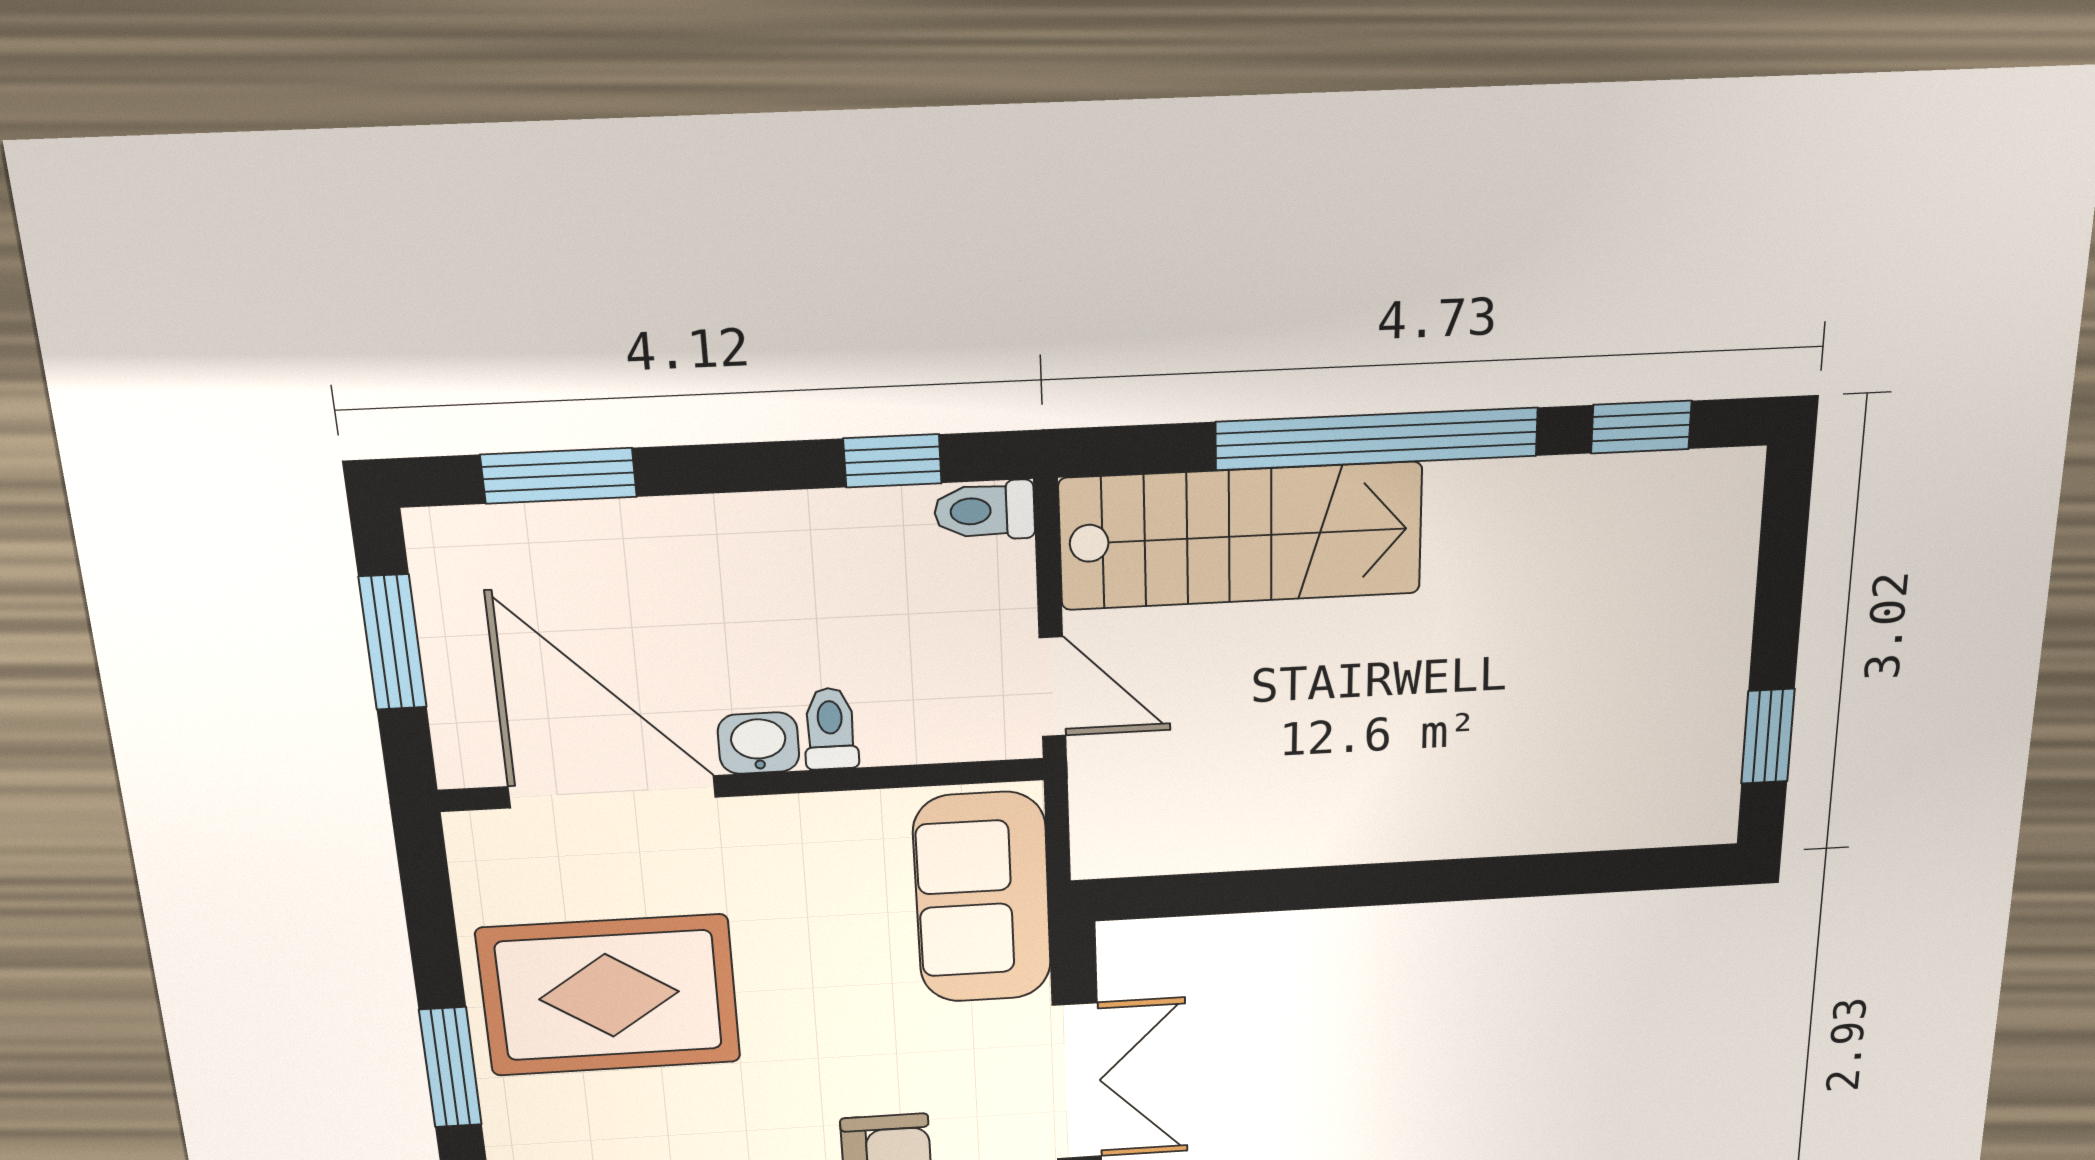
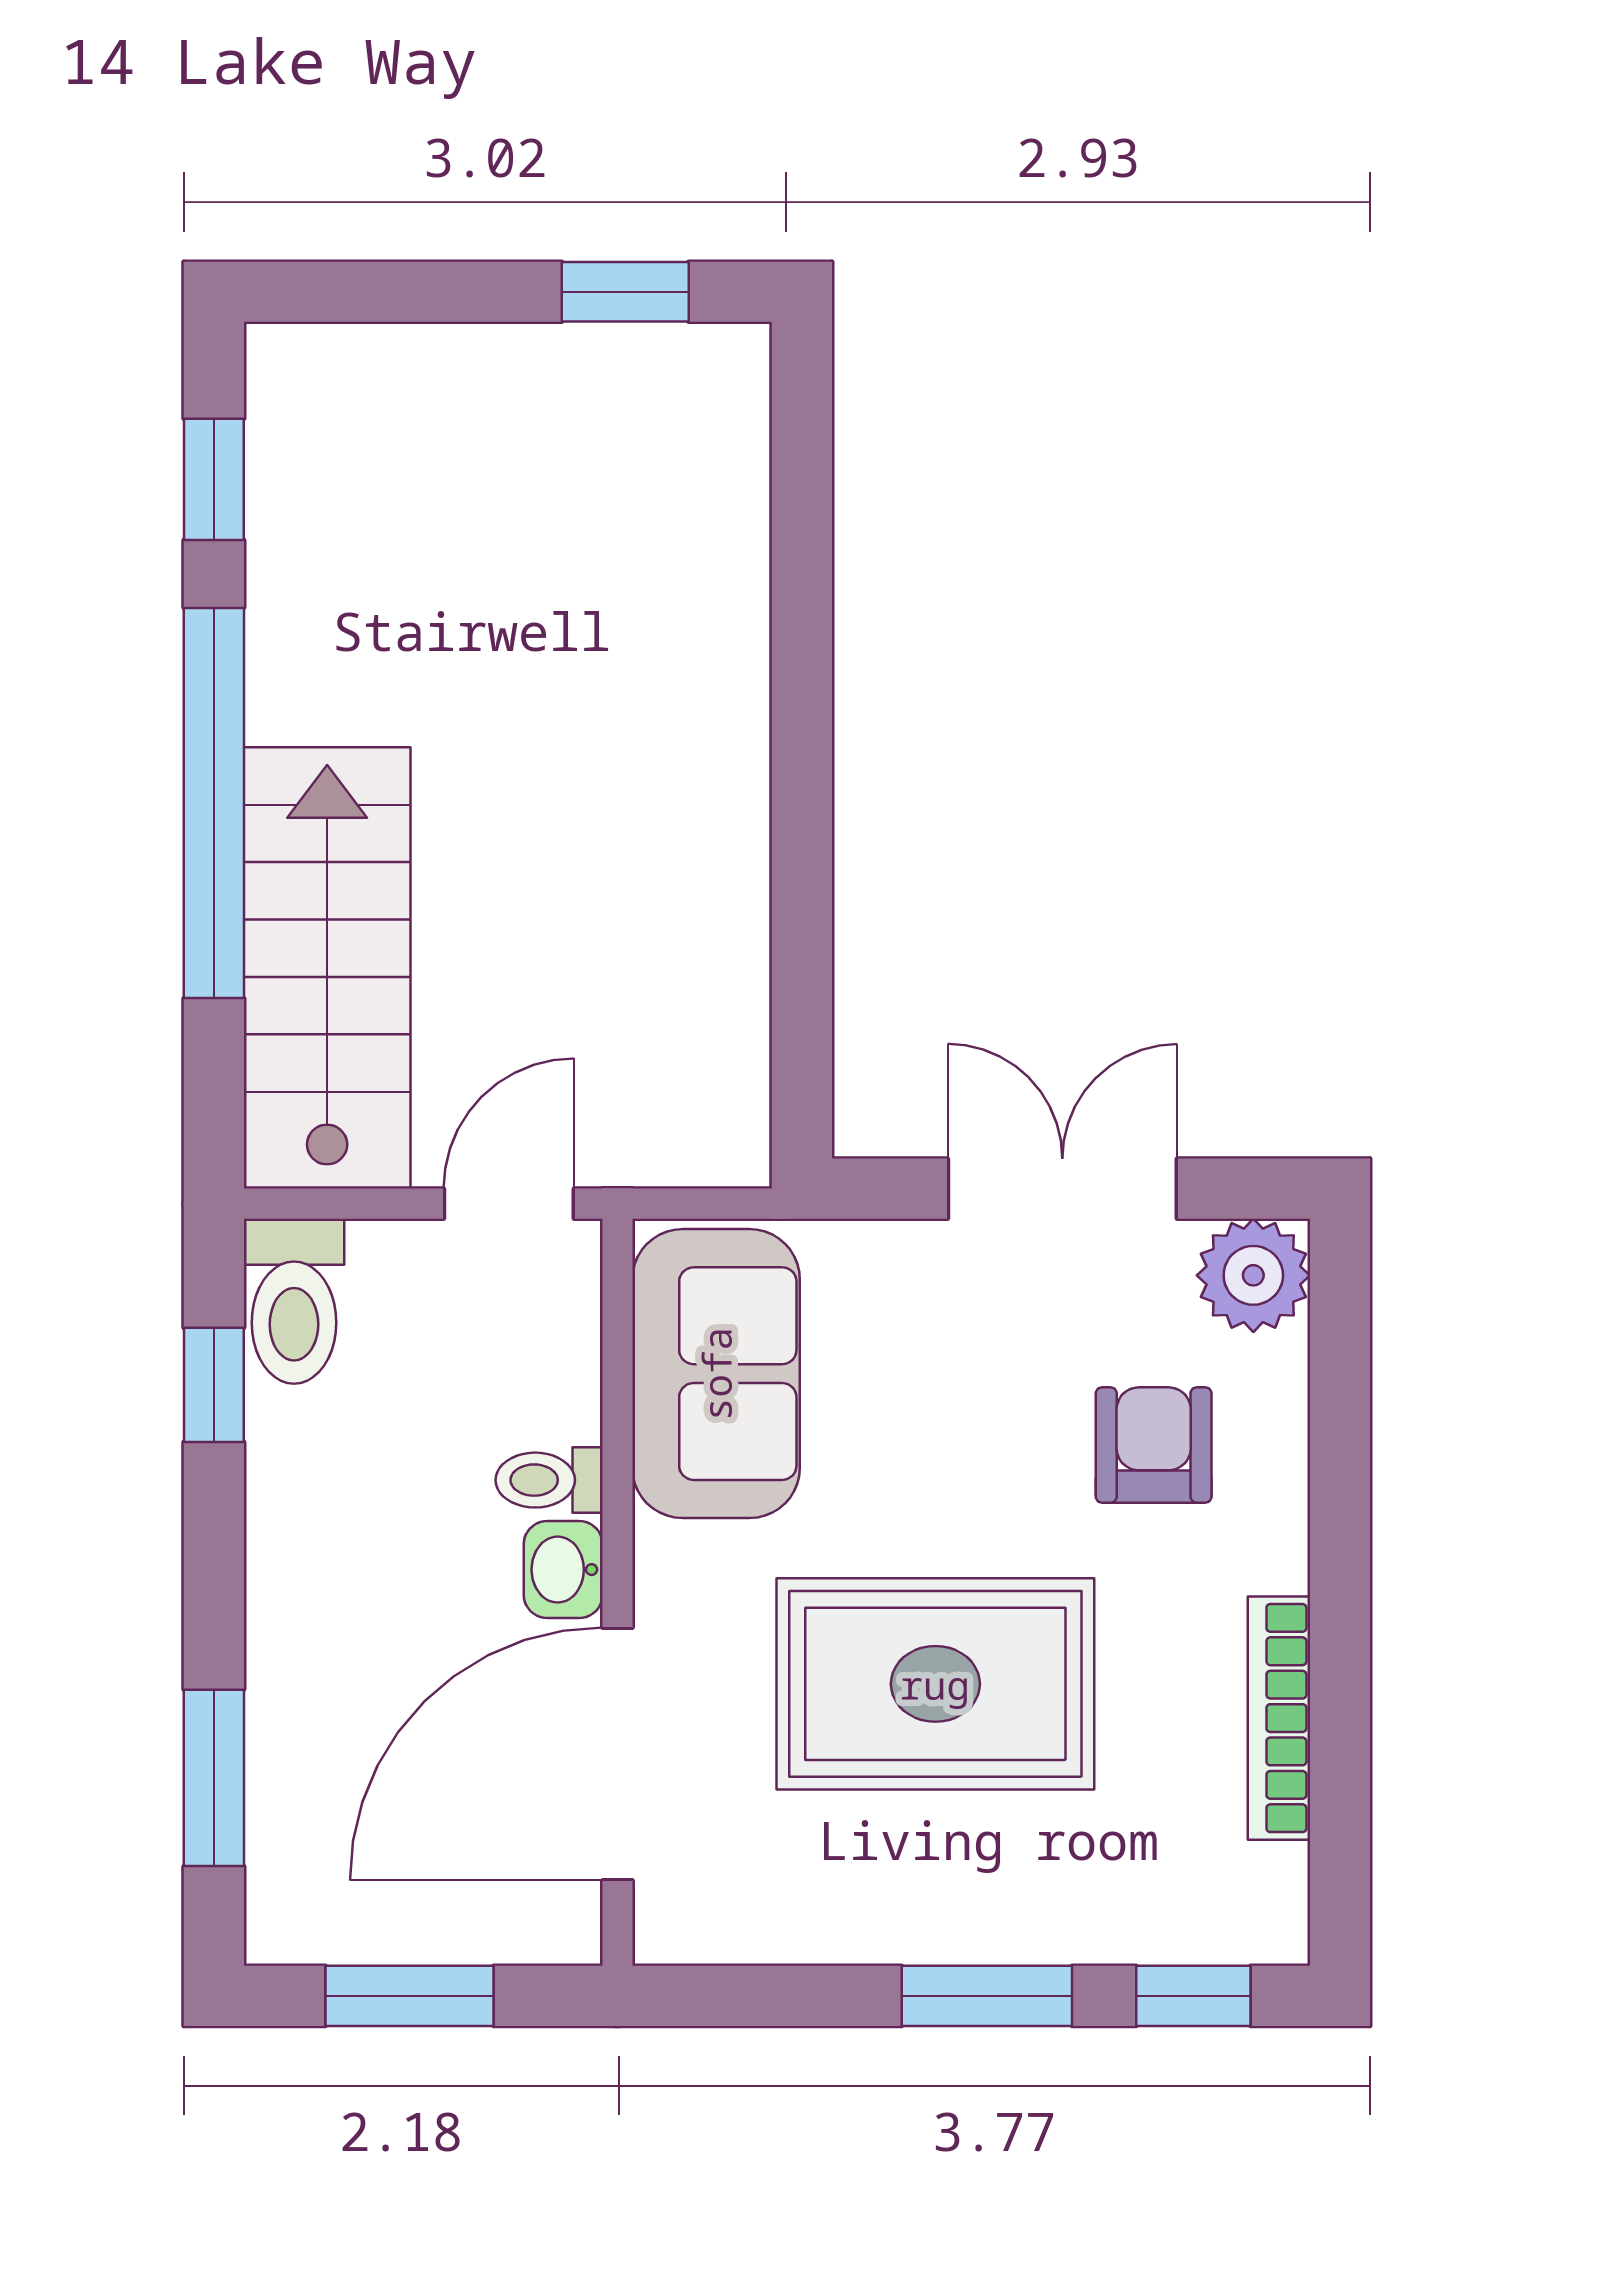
toilet: (985, 511) -> (294, 1301), width x1.37, depth x1.39
sofa: (982, 898) -> (716, 1374), moved, turned -90
rug: (609, 995) -> (935, 1684), moved, turned 90

